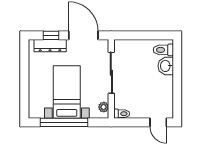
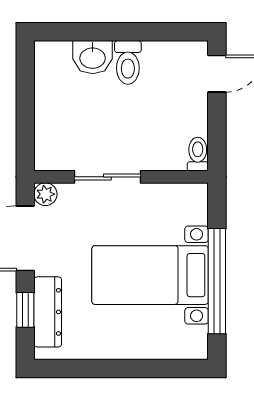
toilet: (163, 50) -> (128, 62), moved
sliding door: (111, 73) -> (107, 177), width x0.73
plant: (104, 107) -> (45, 194), moved

